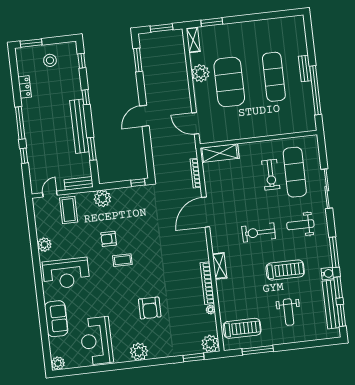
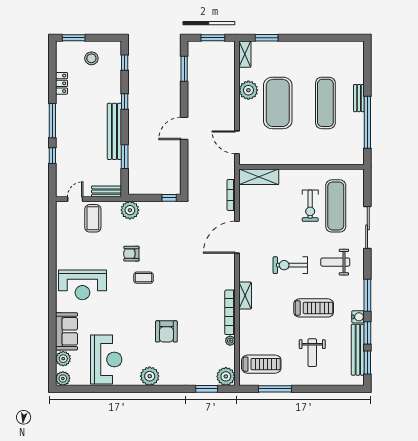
plant: (44, 245) -> (63, 359), moved
reception desk: (96, 341) -> (106, 359), turned 180

